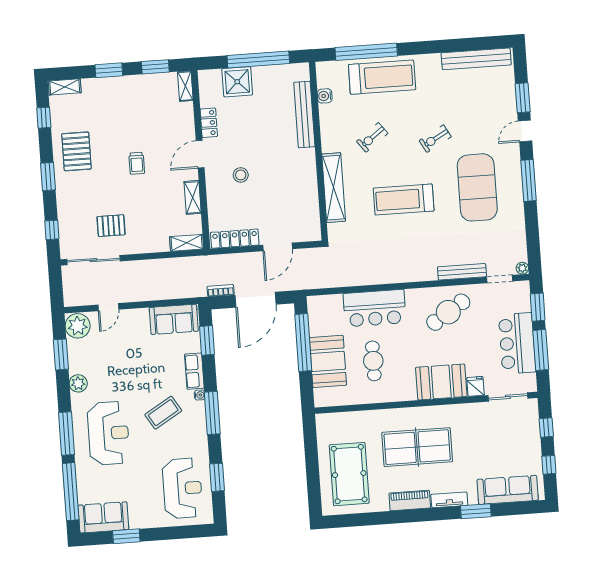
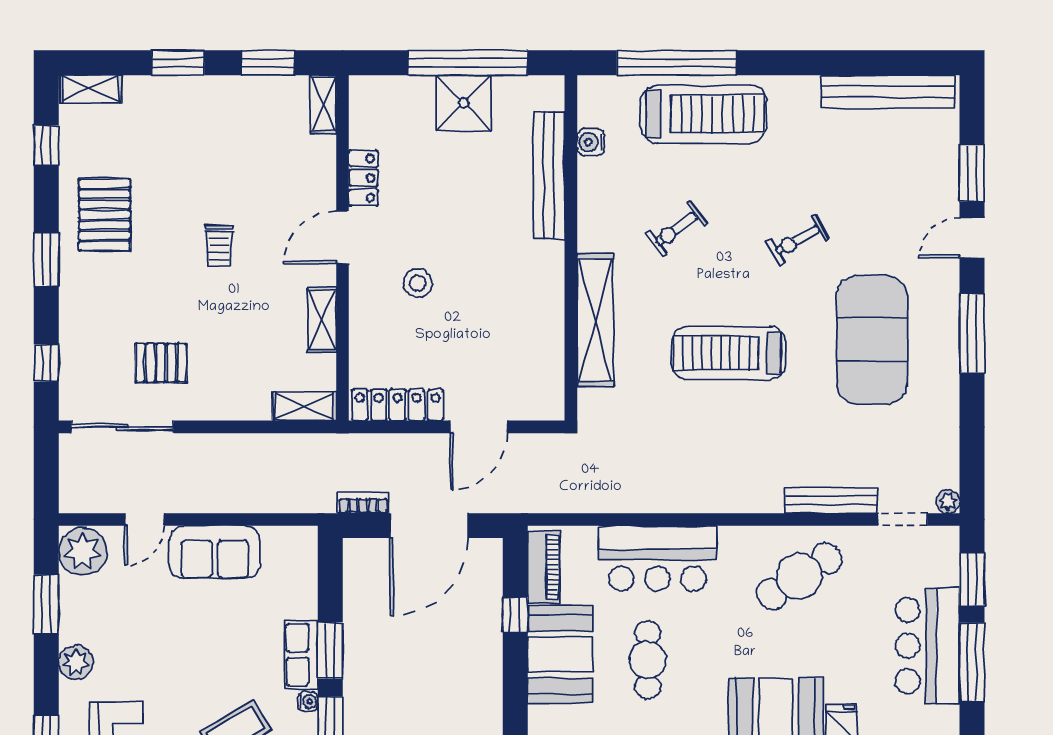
shower: (237, 82) -> (464, 103), moved
piano: (316, 317) -> (544, 567), added
sofa: (174, 319) -> (215, 552), moved
window: (207, 340) -> (330, 651), moved
window: (303, 343) -> (515, 615), width x0.32

